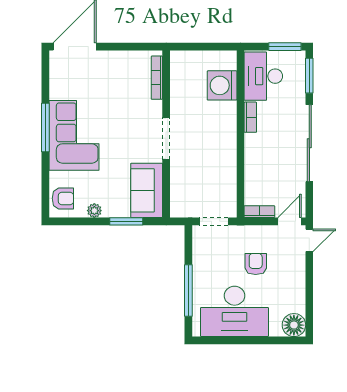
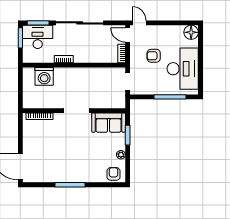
desk: (263, 76) -> (38, 37), moved, turned 180
corner sofa: (74, 135) -> (75, 167), removed

